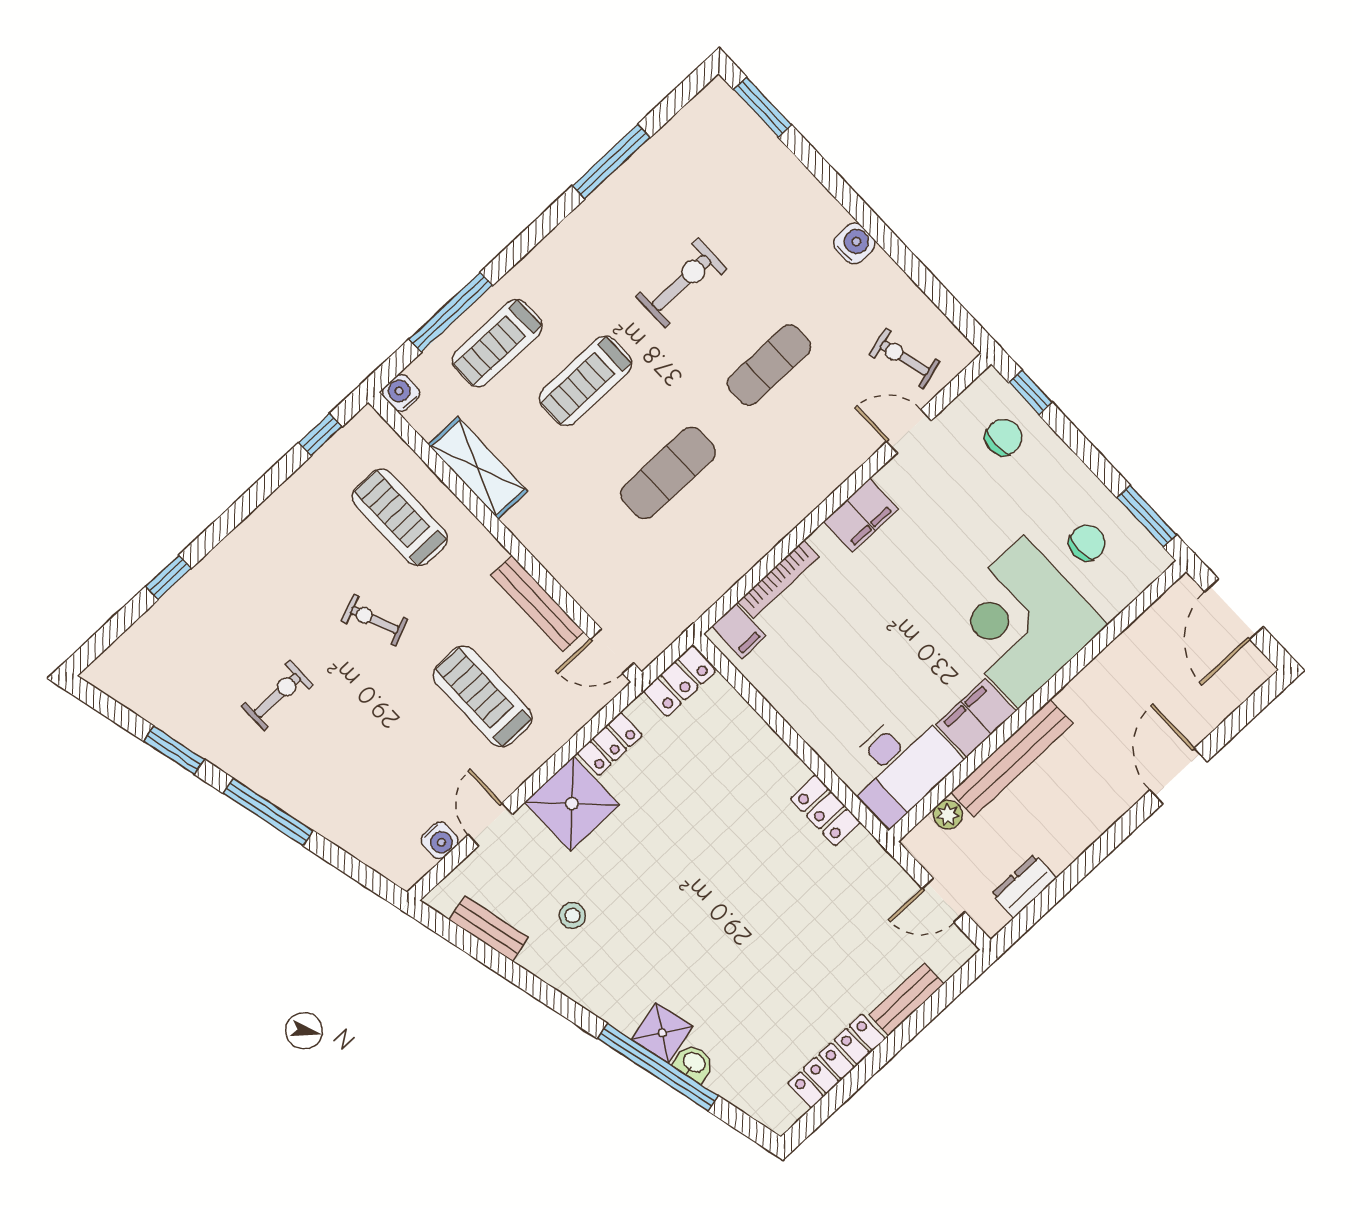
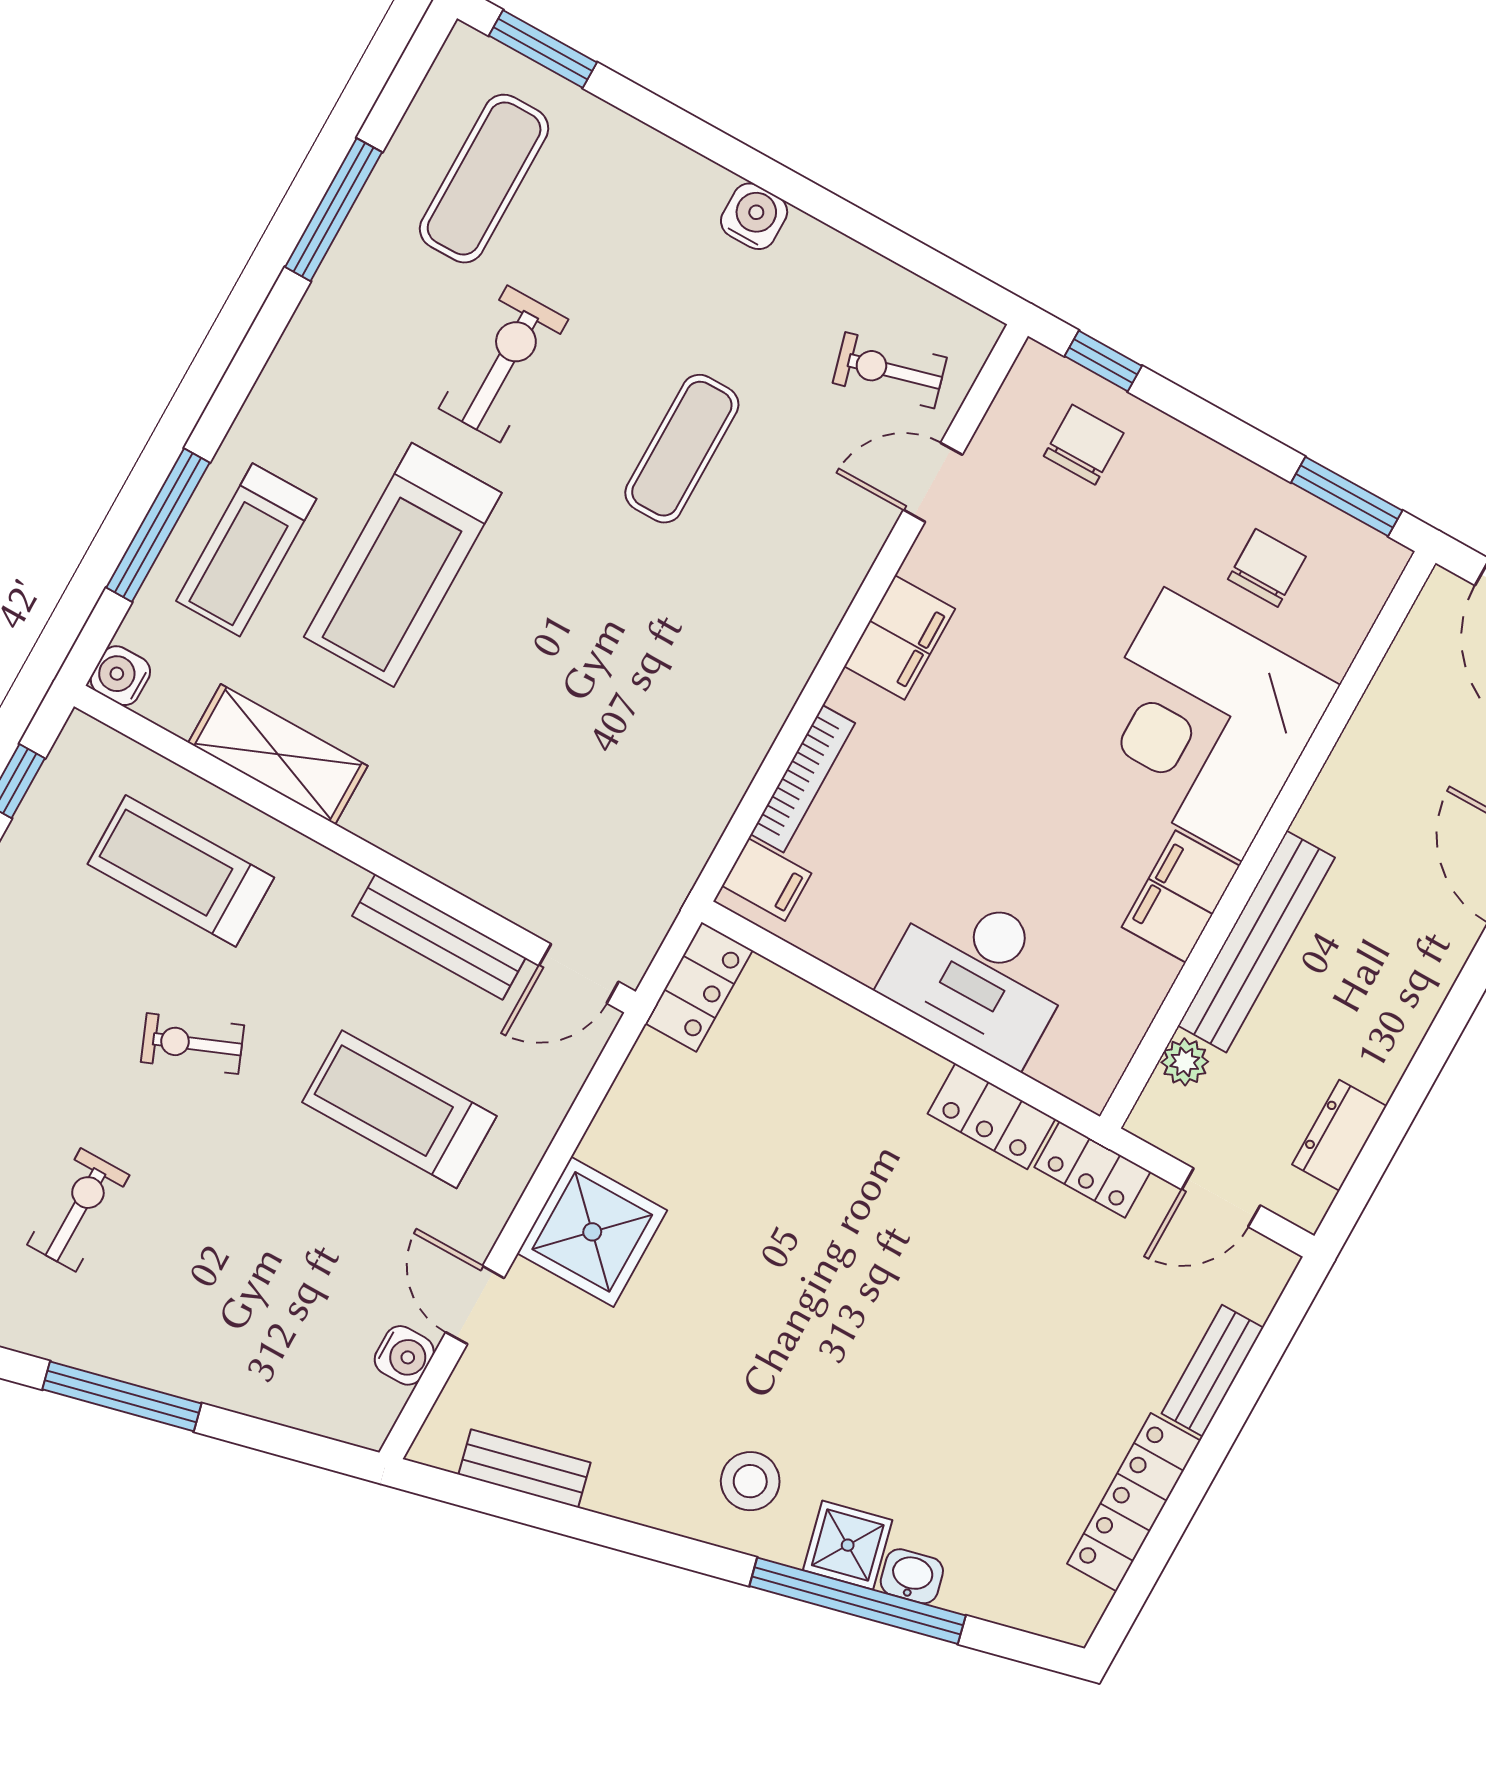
treadmill: (586, 381) -> (403, 565), width x1.37, depth x1.38
exercise mat: (668, 473) -> (484, 179), moved
locker: (610, 744) -> (1092, 1169), moved, turned 90
desk: (899, 765) -> (979, 974), moved, turned 90
stool: (572, 915) -> (750, 1481), moved, width x1.37, depth x1.37

